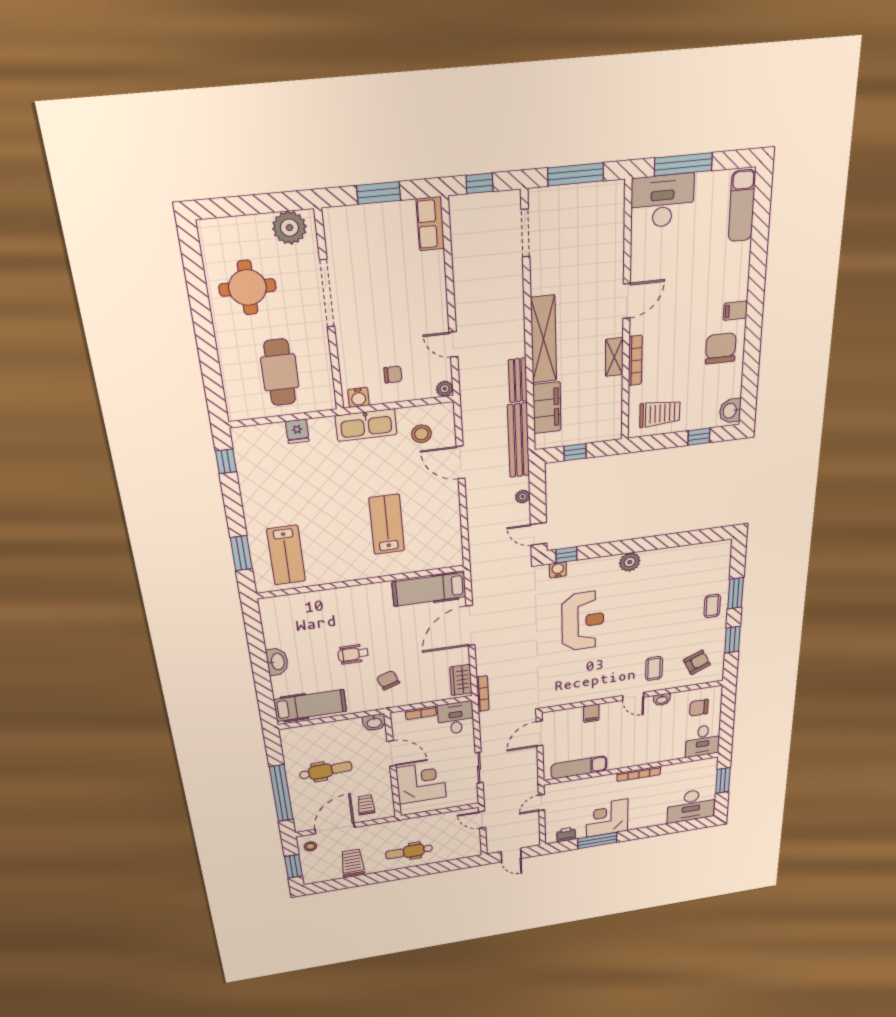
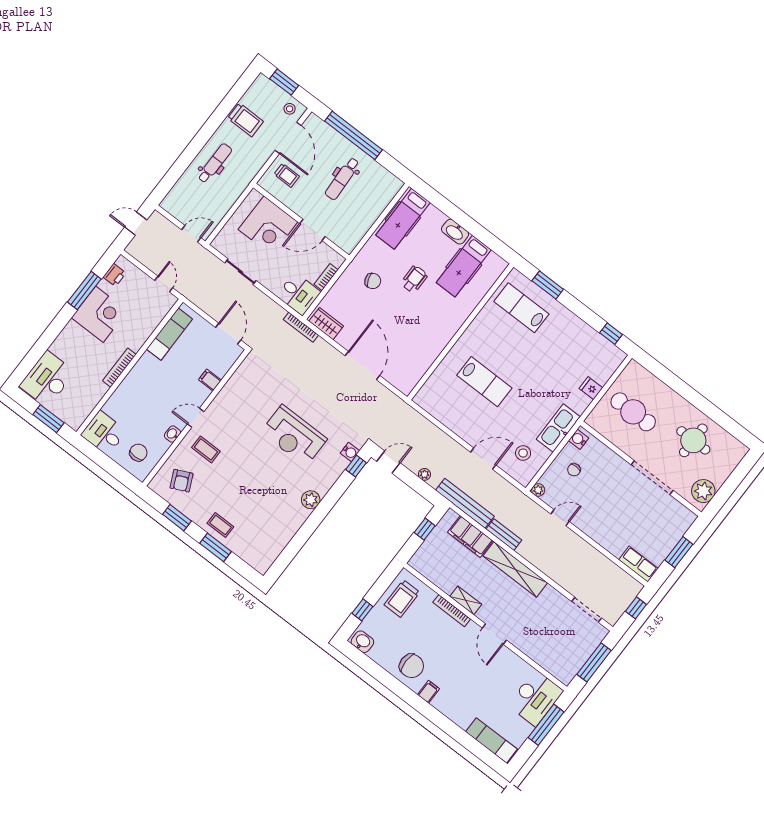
hospital bed: (429, 589) -> (464, 266), moved, turned 180
washbasin: (374, 722) -> (349, 243), removed

